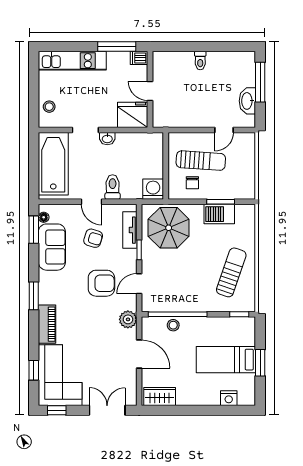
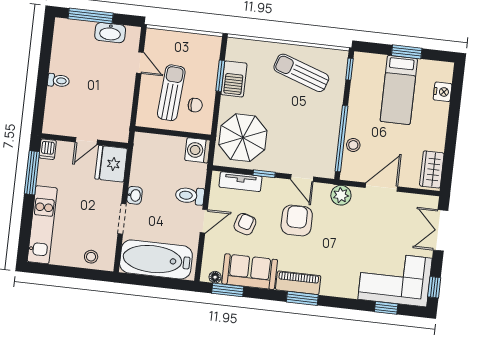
piano: (47, 324) -> (298, 283), moved

